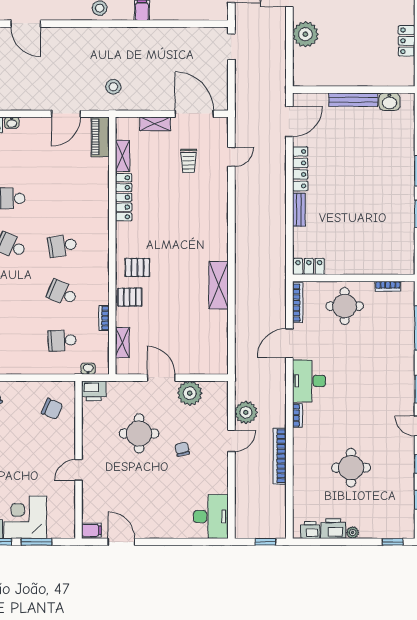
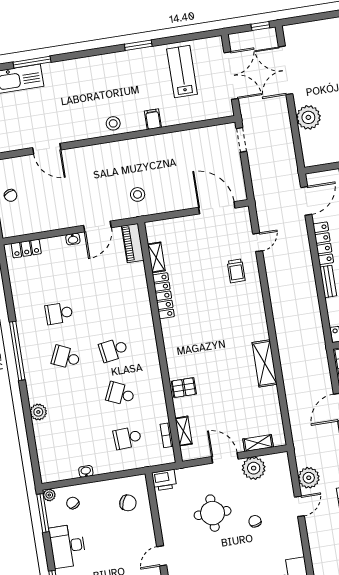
washbasin: (12, 123) -> (73, 239), moved
shelving: (155, 124) -> (258, 443), moved
trolley: (189, 161) -> (236, 271), moved
pallet: (137, 267) -> (187, 359), removed
bookcase: (104, 318) -> (167, 435), moved
washbasin: (88, 369) -> (86, 471), moved

